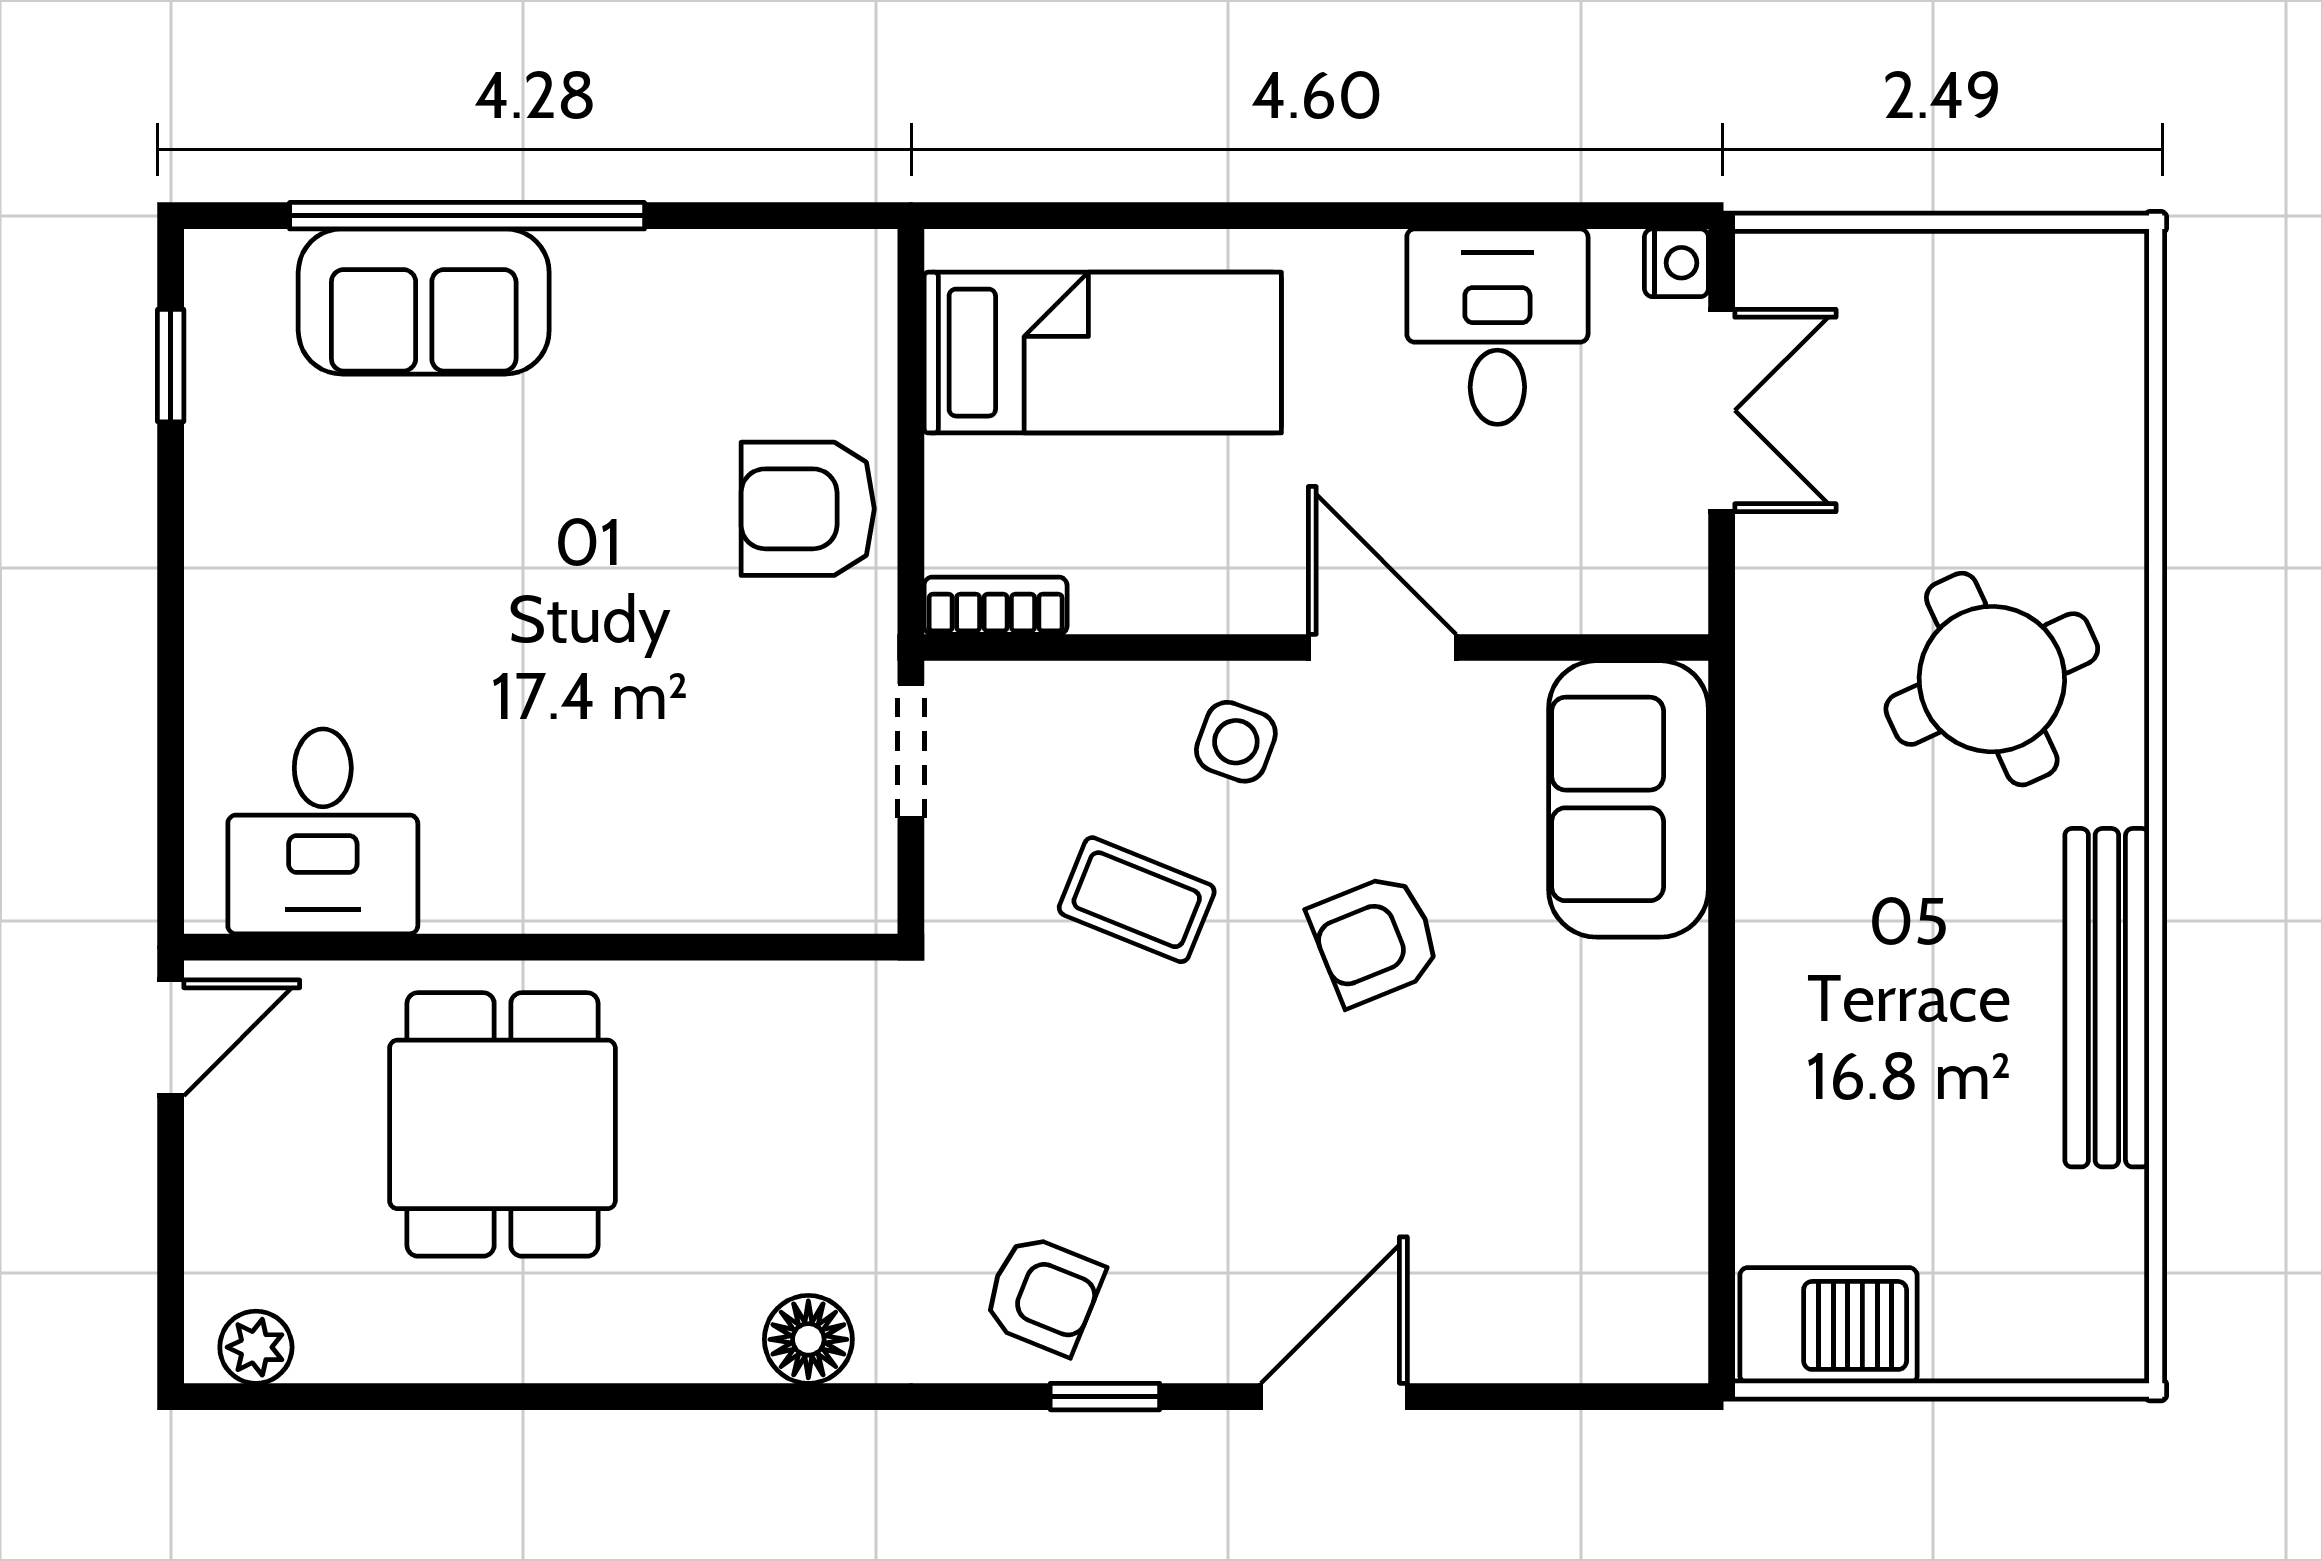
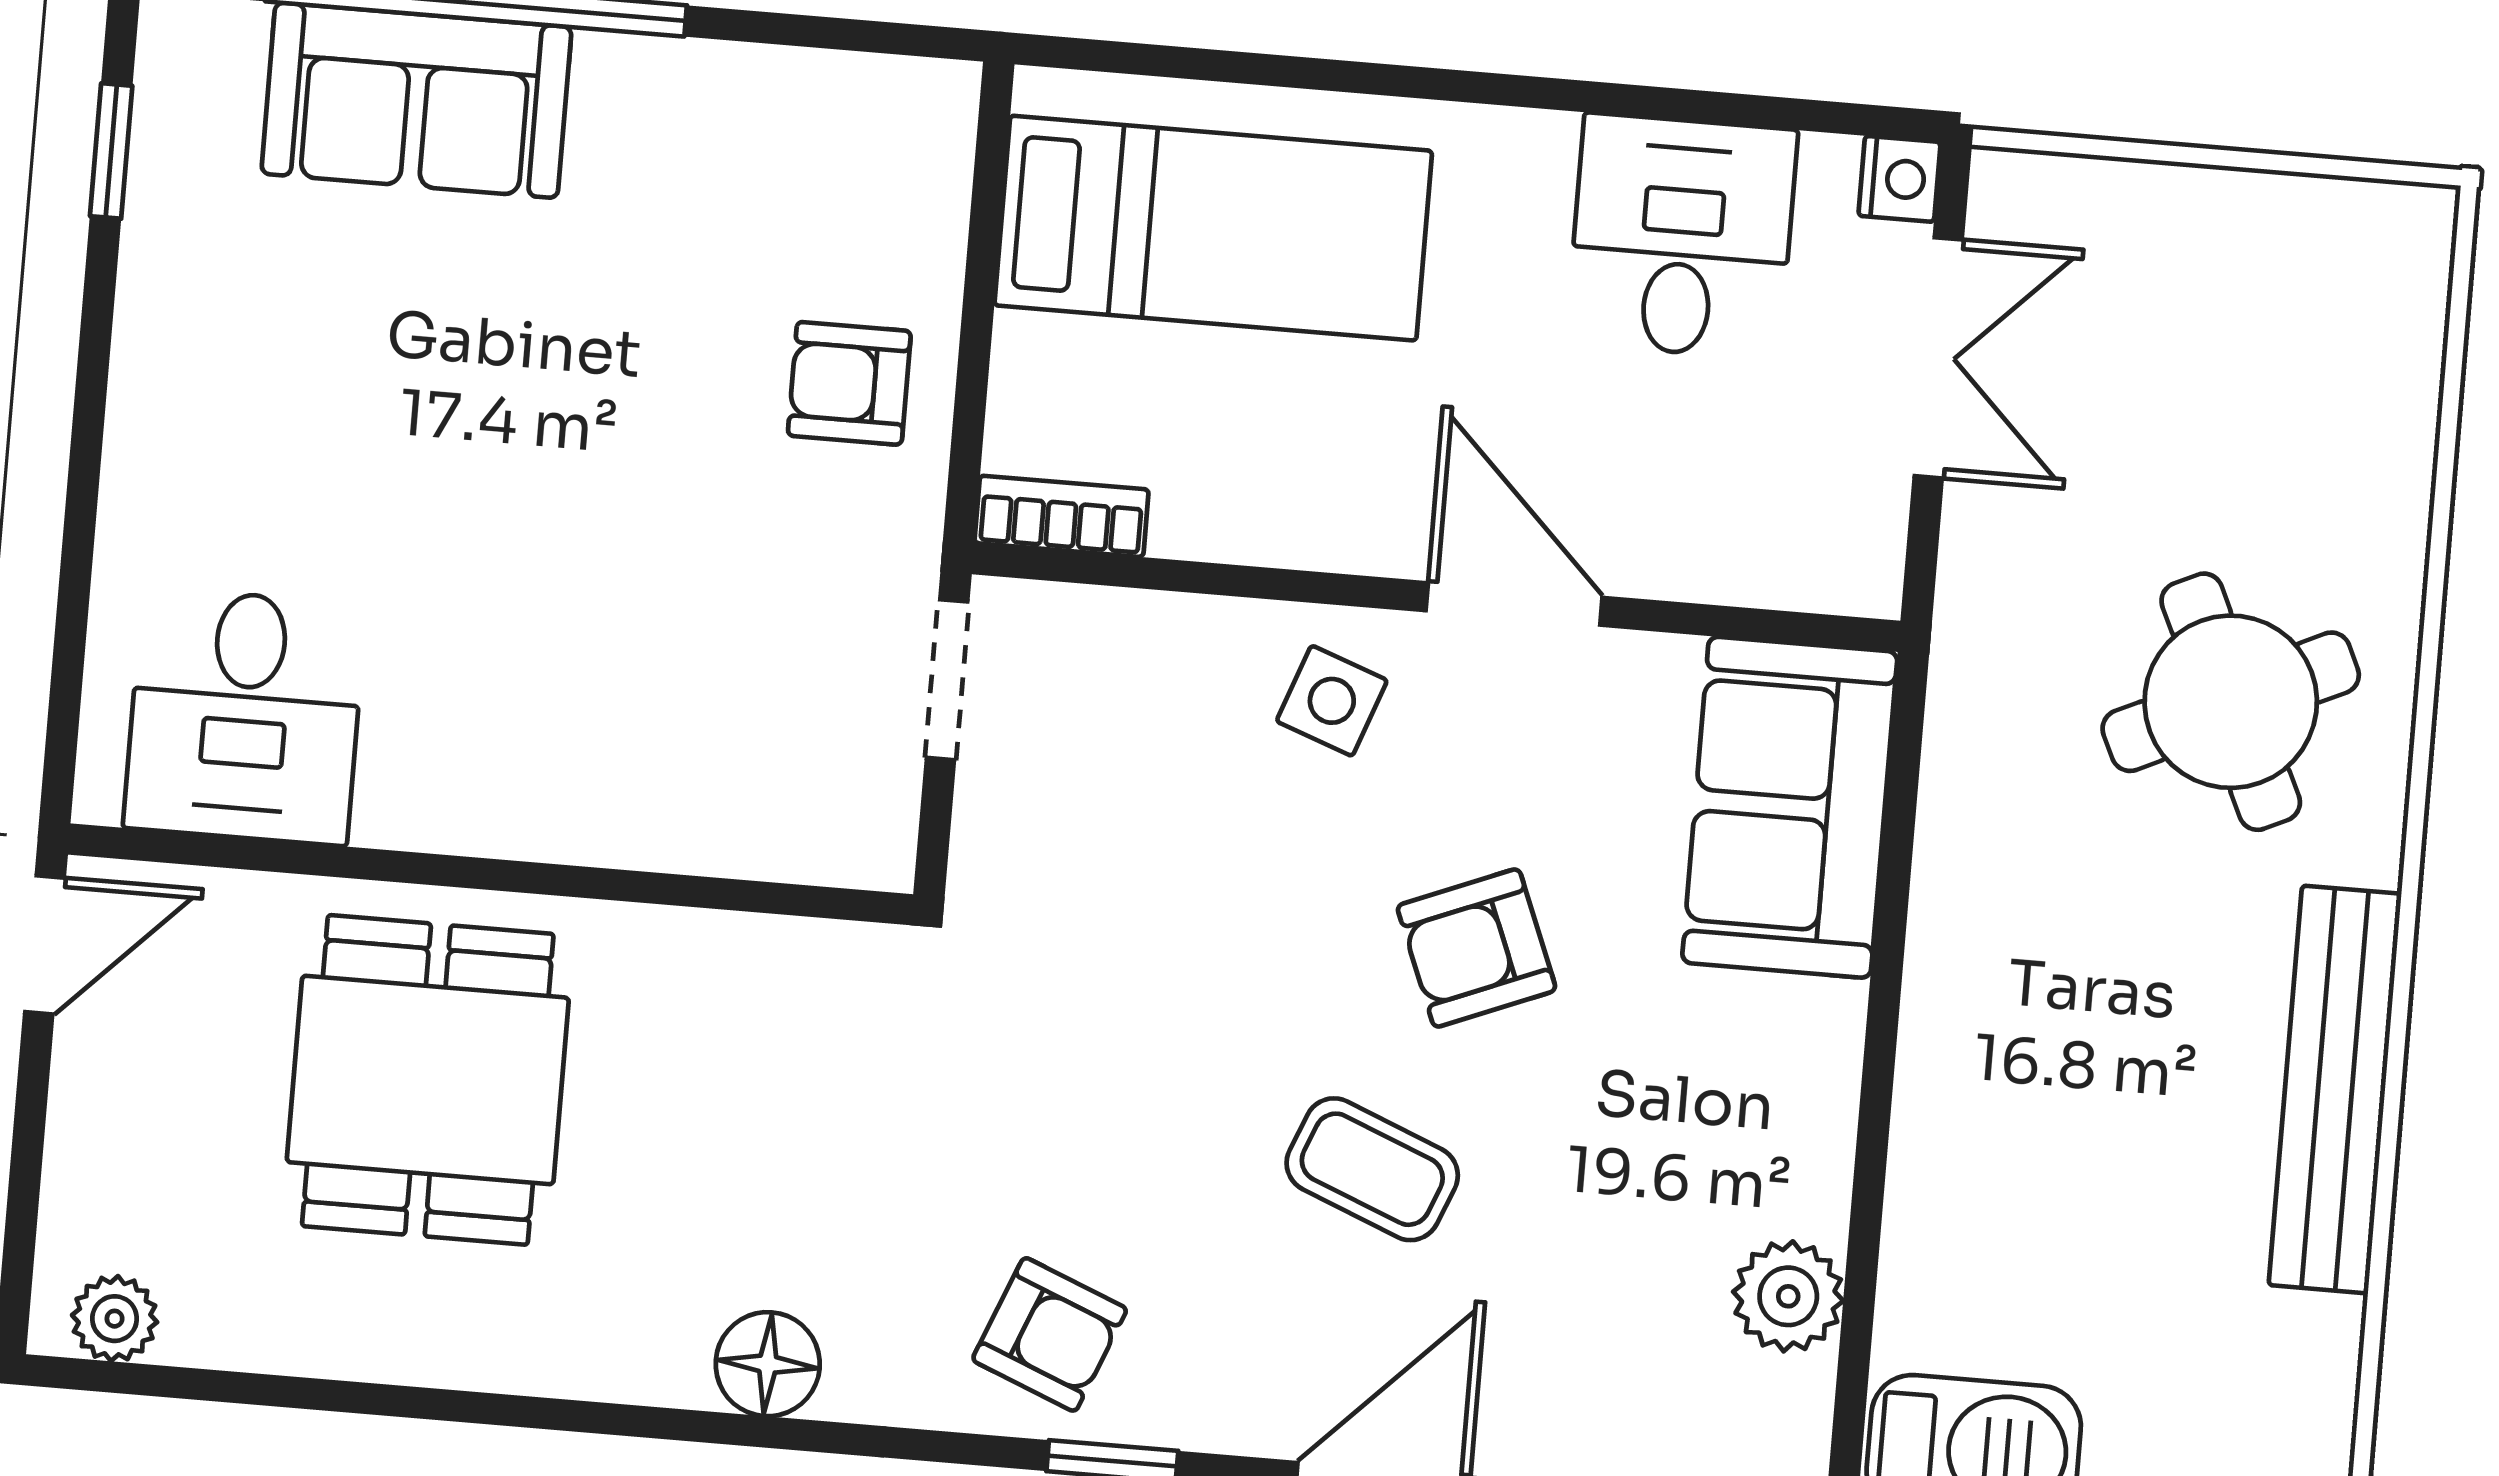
armchair: (808, 509) -> (849, 383), width x0.72, depth x0.72
coffee table: (1137, 900) -> (1372, 1169), moved
plant: (1662, 1210) -> (1788, 1296), added

